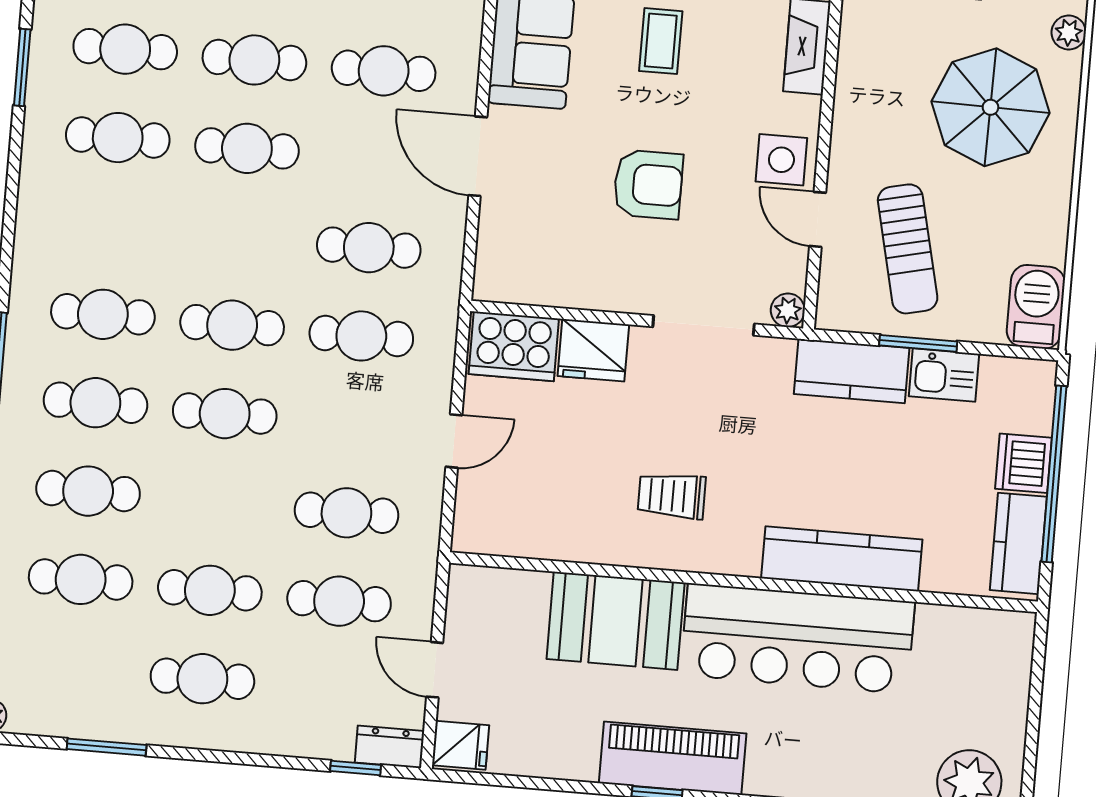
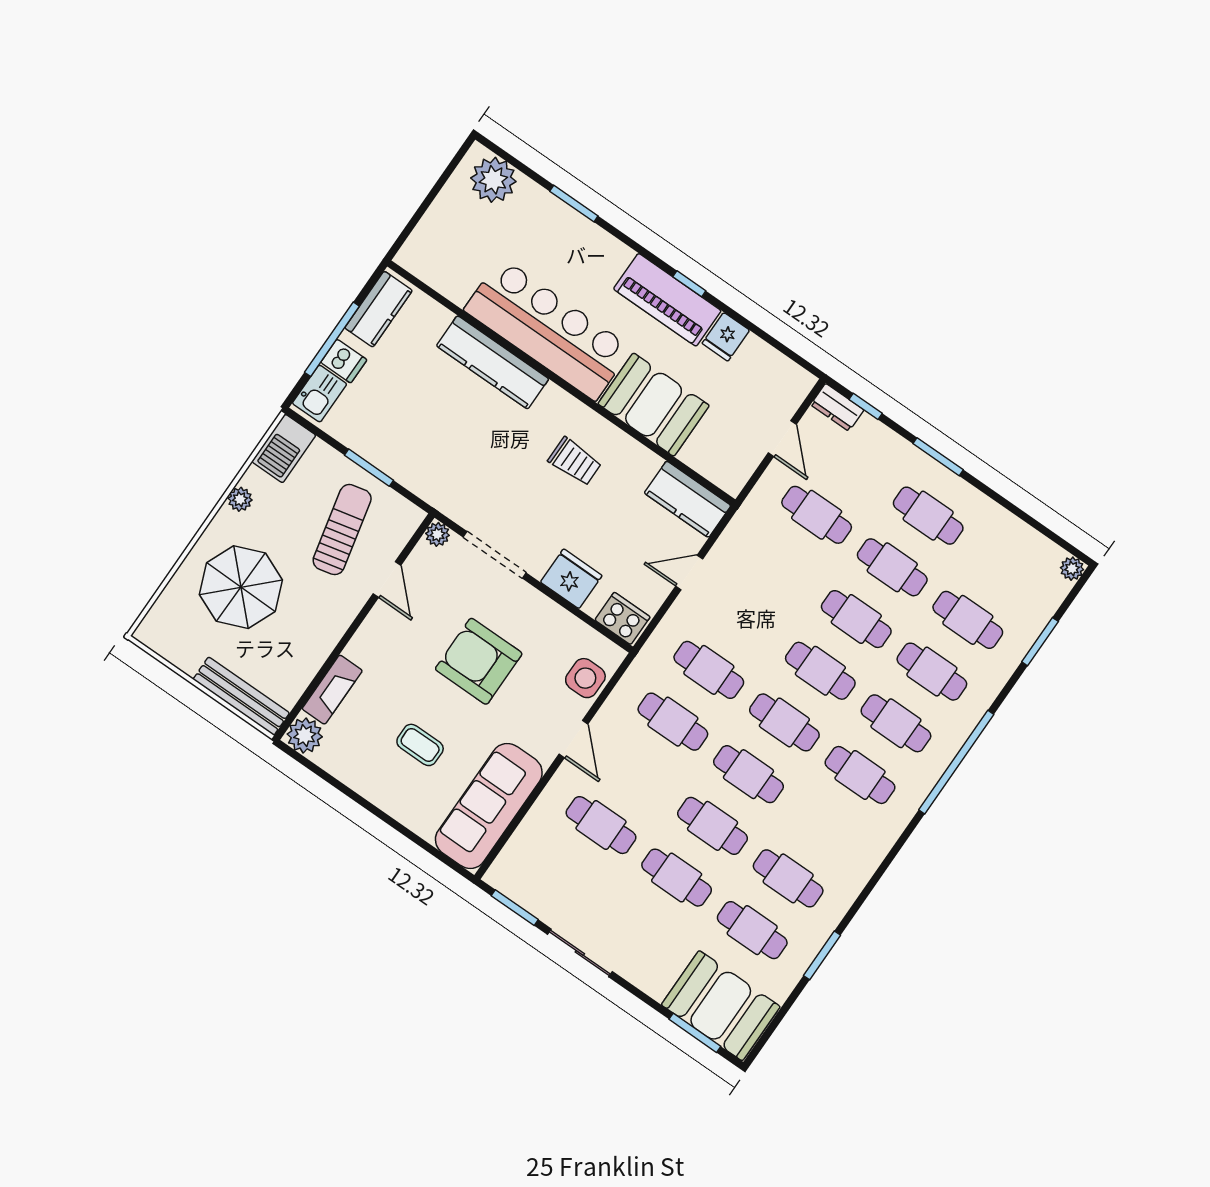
plant: (1069, 32) -> (240, 499), moved
coffee table: (661, 41) -> (420, 745), turned 90
door: (478, 156) -> (573, 739), width x0.73
side table: (781, 160) -> (585, 678), moved
armchair: (648, 184) -> (479, 661), width x1.36, depth x1.36
cafe table: (240, 237) -> (748, 774), added
cooker: (514, 346) -> (622, 618), width x0.73, depth x0.76
kitchen counter: (852, 371) -> (688, 499), moved, turned 180
kitchen sink: (944, 375) -> (320, 394), moved, turned 90
dishwasher: (1023, 463) -> (344, 361), width x0.73
window: (1054, 474) -> (332, 339), width x0.68
cafe table: (346, 513) -> (856, 619), moved
fridge: (461, 745) -> (726, 337), moved, turned -90
window: (107, 747) -> (938, 457), moved

